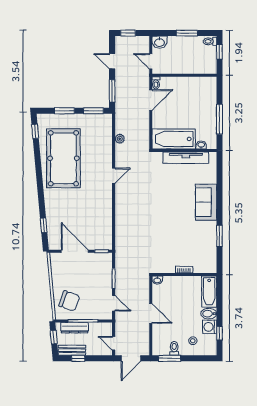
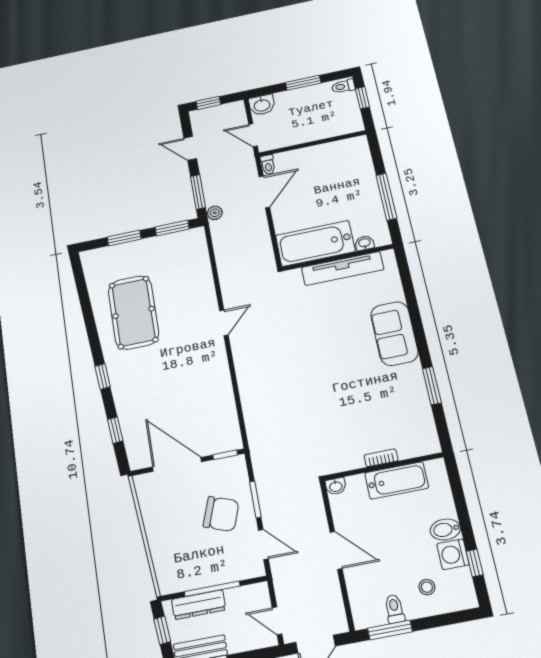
window: (35, 131) -> (103, 377), moved
plant: (120, 139) -> (215, 213), moved
pool table: (63, 158) -> (133, 312), width x0.73, depth x0.76
bathtub: (209, 292) -> (397, 480), moved, turned -90
chair: (69, 301) -> (221, 514), moved

